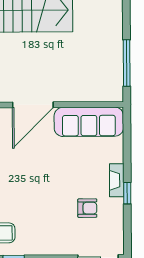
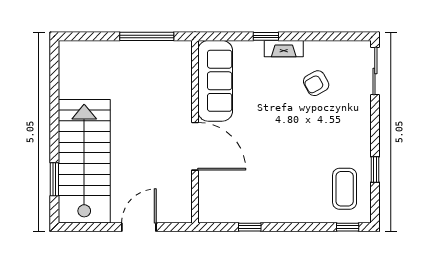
window: (127, 193) -> (266, 36), moved
armchair: (87, 208) -> (316, 83), turned -119

